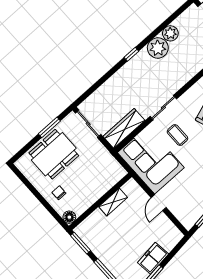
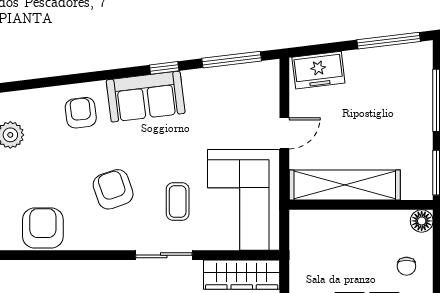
shelving: (113, 202) -> (345, 185), width x2.20, depth x1.33
freezer: (153, 258) -> (318, 70), moved

